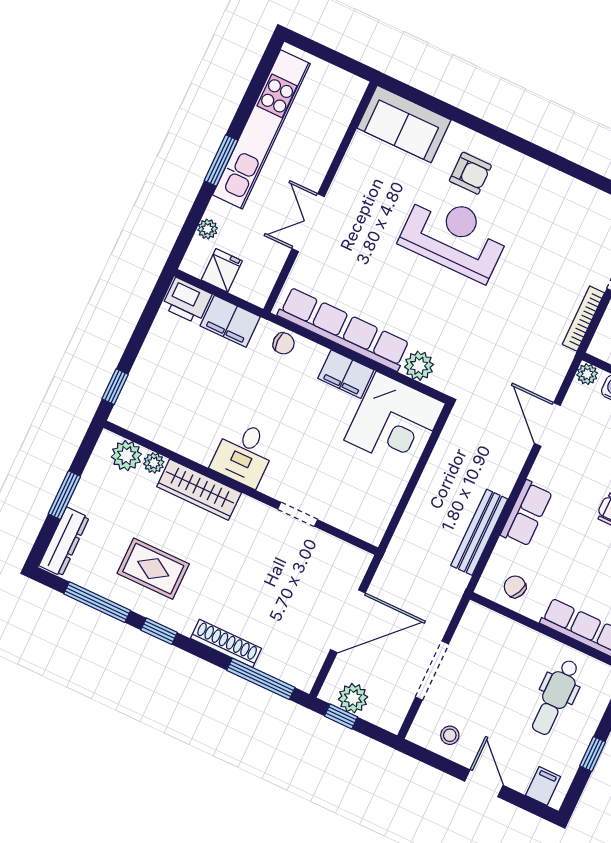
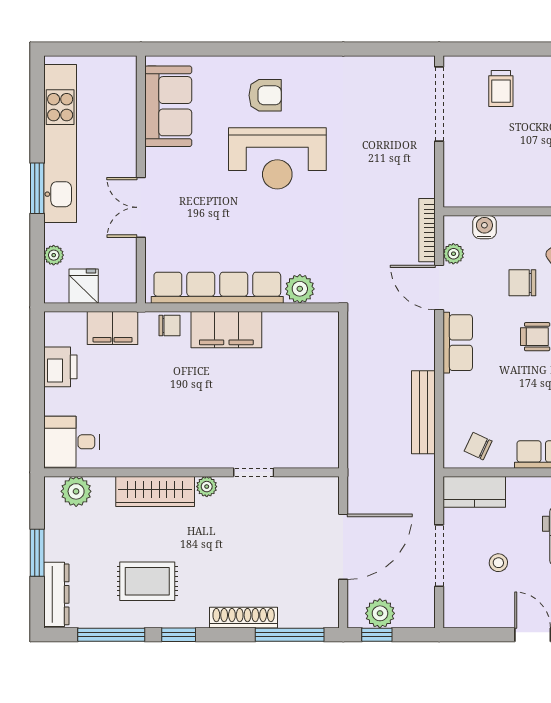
sofa: (404, 124) -> (168, 106), moved, turned -90
reception desk: (454, 236) -> (277, 158), turned 180
printer: (187, 301) -> (60, 367), moved, turned -90
bookcase: (583, 319) -> (427, 230), moved
filing cabinet: (346, 374) -> (226, 330), width x1.50, depth x1.17
plant: (587, 374) -> (453, 254), moved
window: (115, 387) -> (37, 435), removed
corner desk: (395, 422) -> (301, 349), removed
desk: (244, 454) -> (71, 442), moved, turned 90
plant: (154, 463) -> (207, 487), moved
row of seats: (526, 513) -> (458, 343), moved
kitchen counter: (492, 627) -> (474, 492), added
stool: (450, 735) -> (498, 563), moved

